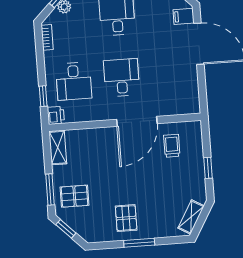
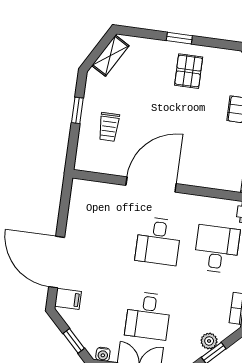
trolley: (172, 146) -> (109, 127), moved
window: (139, 243) -> (179, 38), width x0.67

